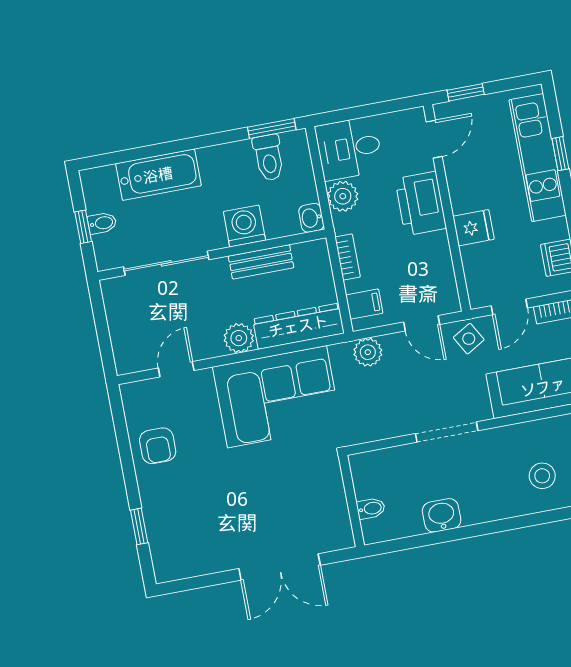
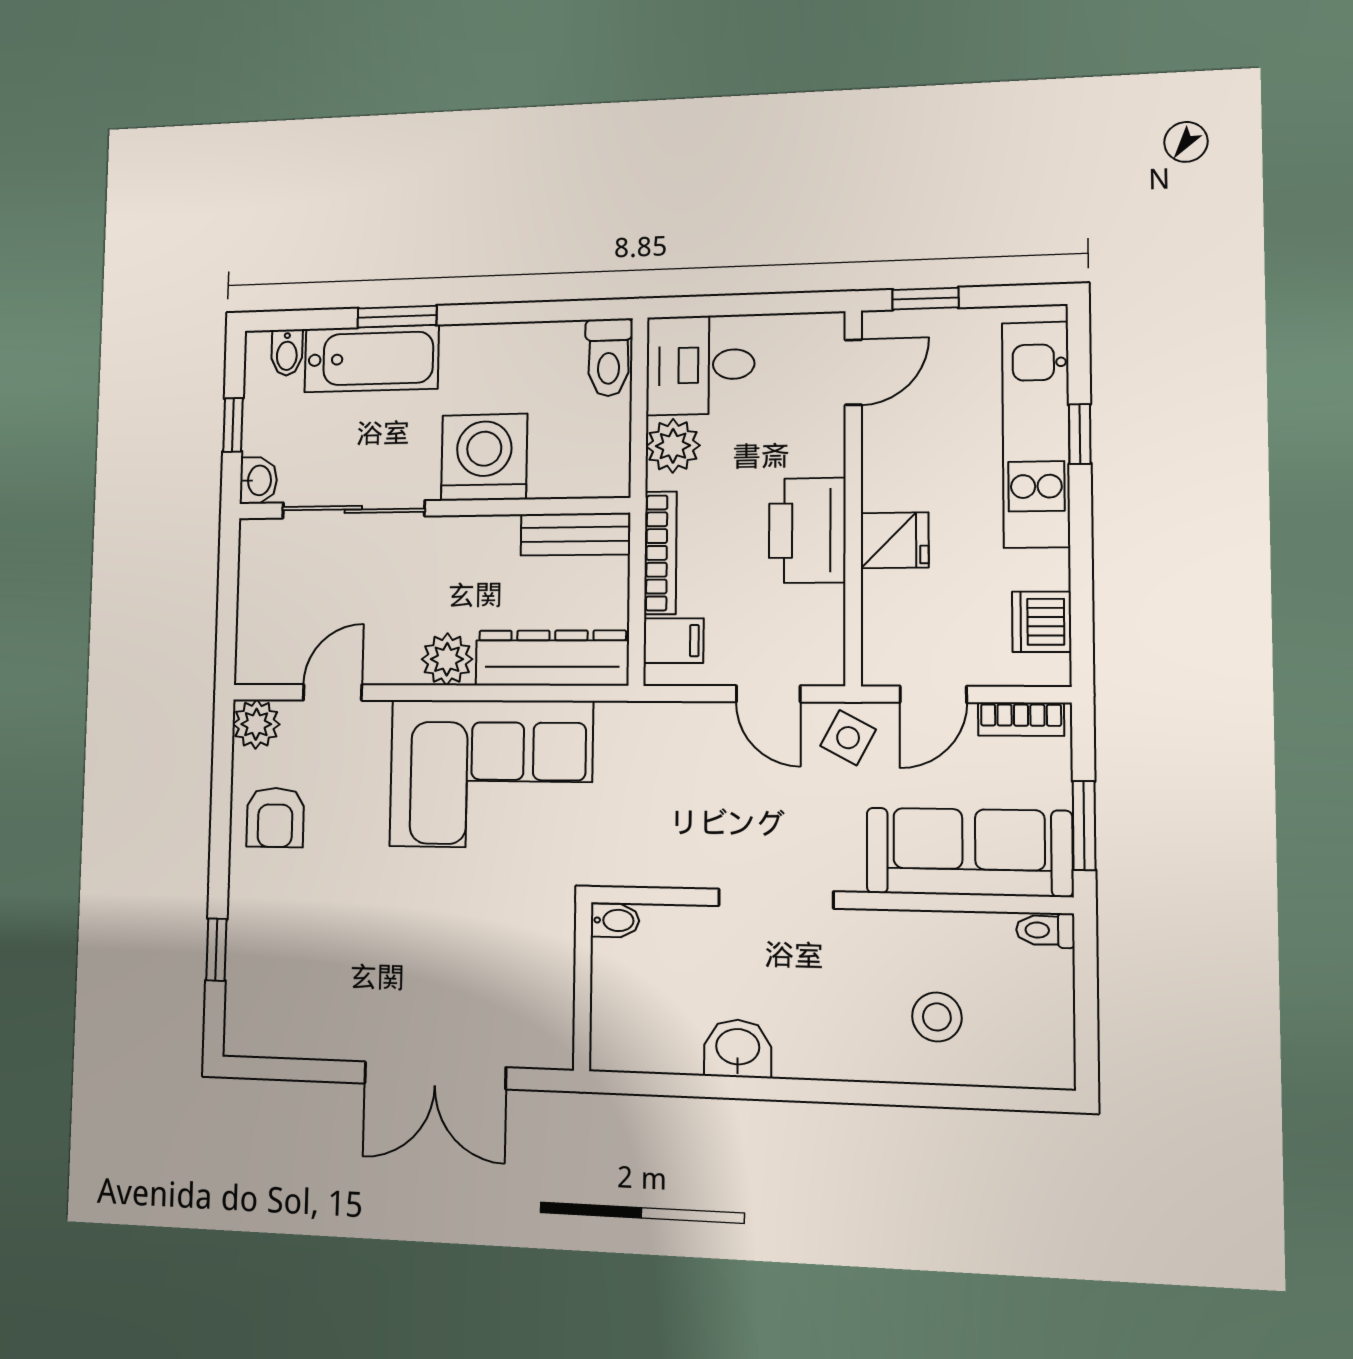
window: (272, 129) -> (397, 317), moved
toilet: (269, 158) -> (609, 358), moved
printer: (421, 204) -> (807, 530), moved
washbasin: (311, 218) -> (258, 480), moved, turned 180
bidet: (102, 223) -> (287, 353), moved, turned 90
washing machine: (244, 226) -> (484, 457), width x1.37, depth x1.37
bookcase: (348, 257) -> (660, 553), width x1.56
bench: (261, 262) -> (575, 534), moved
side table: (469, 339) -> (848, 738), turned -32
plant: (368, 352) -> (256, 724), moved
bidet: (371, 508) -> (615, 920), moved

